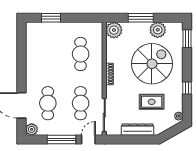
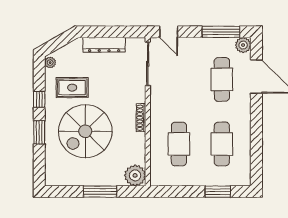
plant: (158, 30) -> (78, 176), removed
window: (187, 39) -> (39, 132), moved
rug: (152, 102) -> (72, 88), moved
cafe table: (81, 103) -> (222, 144), moved
window: (61, 139) -> (221, 32), moved
door: (88, 139) -> (169, 32), hinge flipped

